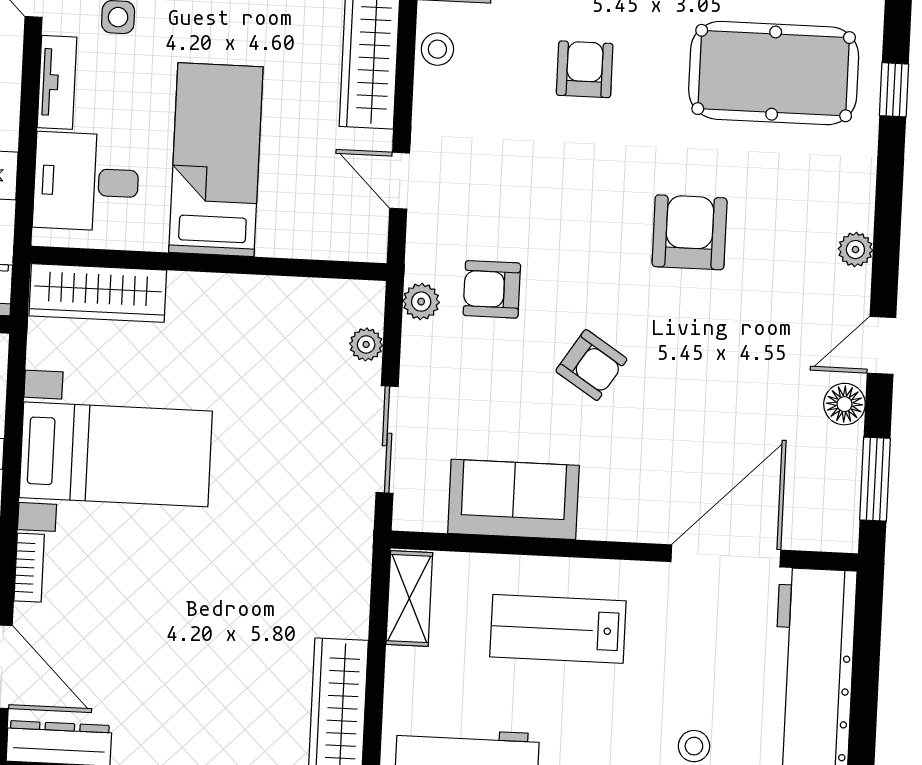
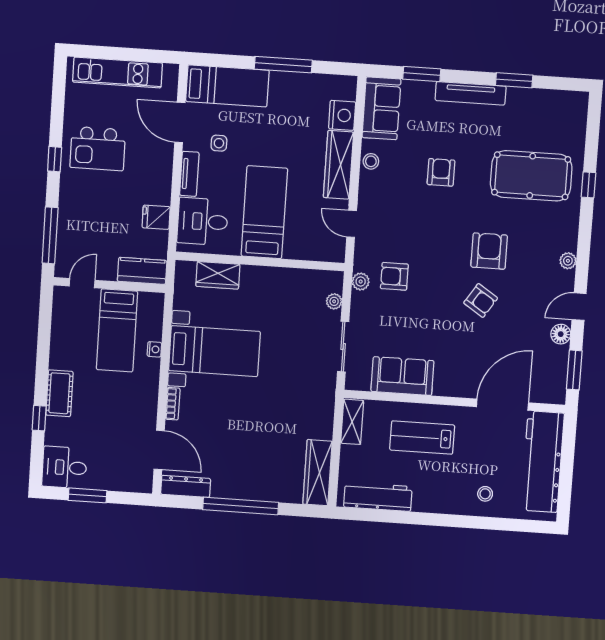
wardrobe: (98, 293) -> (218, 275), width x0.67
armchair: (591, 365) -> (481, 300), moved

